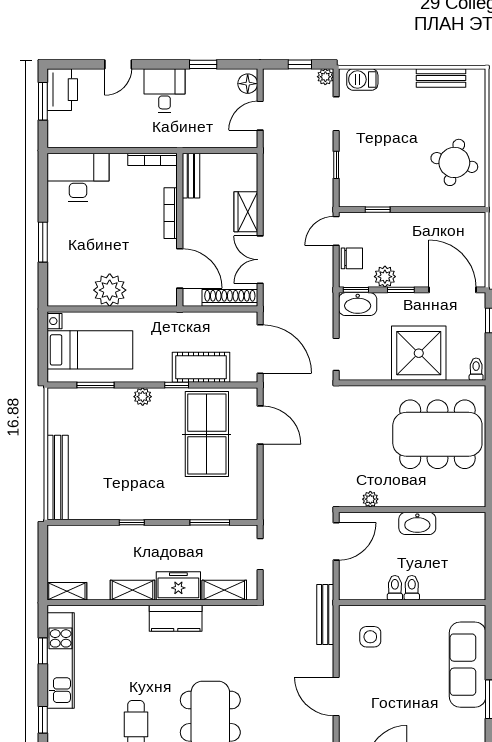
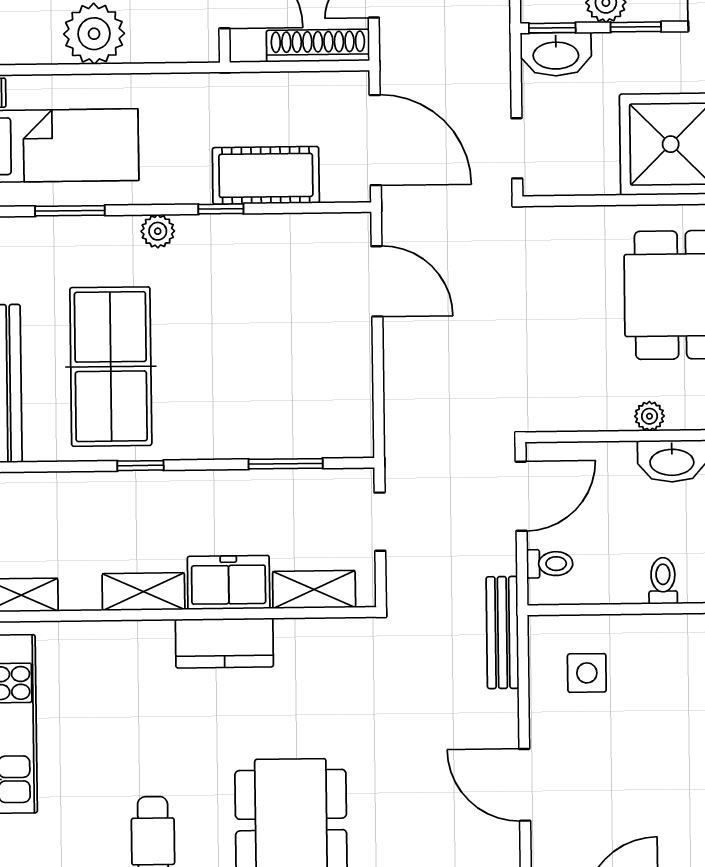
table tennis table: (207, 434) -> (111, 367), moved
plant: (370, 499) -> (649, 416), moved
toilet: (395, 588) -> (550, 564), moved, turned 90

